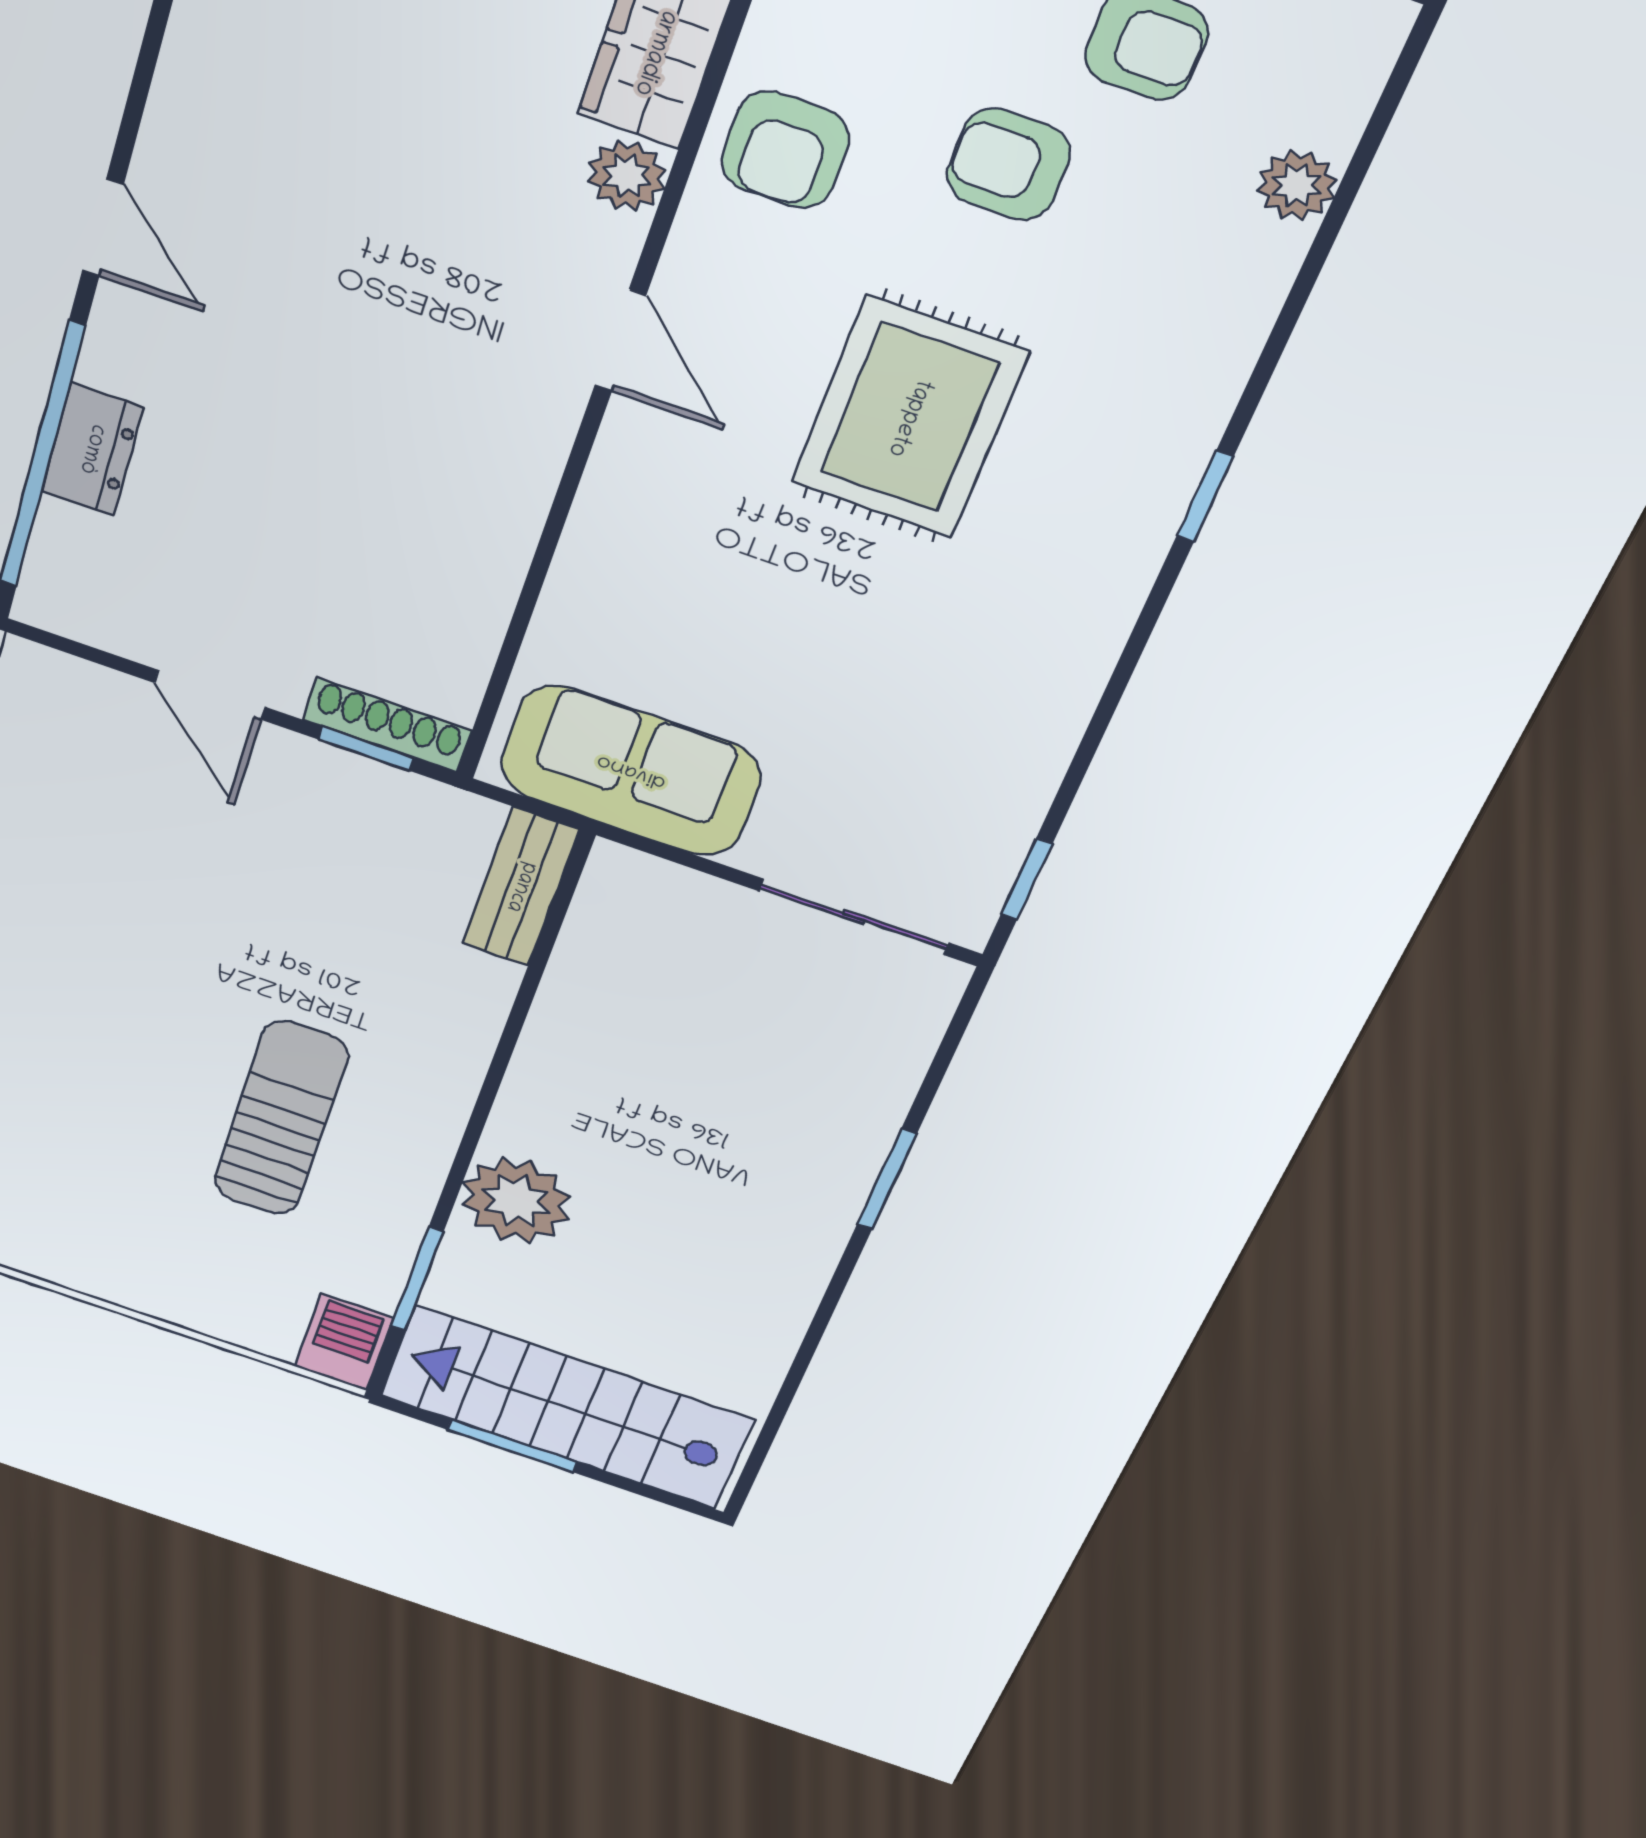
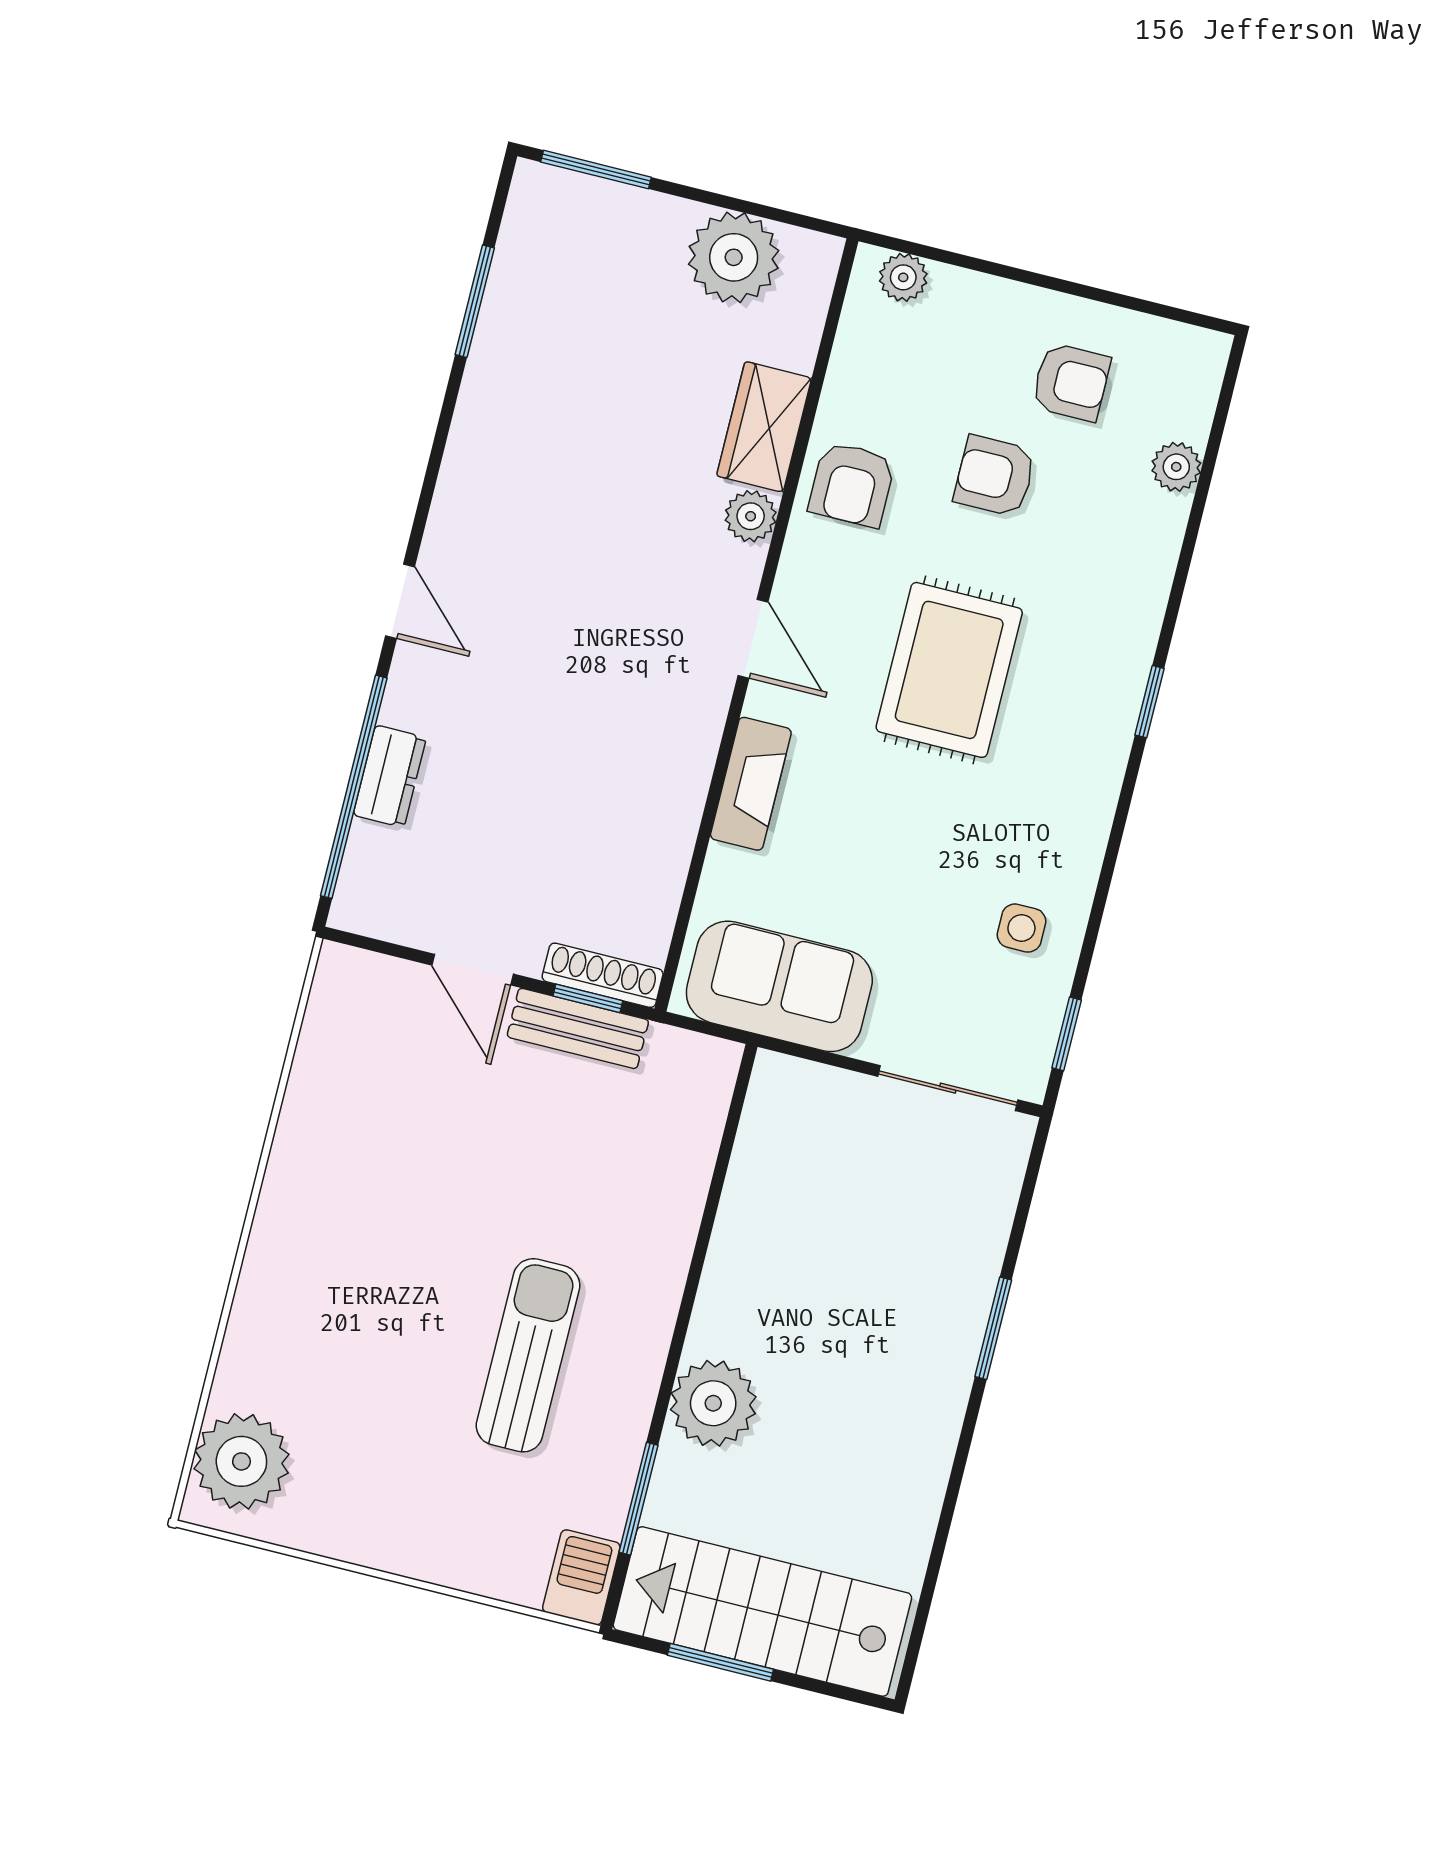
fireplace: (606, 525) -> (751, 784), added
side table: (978, 749) -> (1021, 928), added
bench: (521, 887) -> (578, 1028), moved, turned 90

